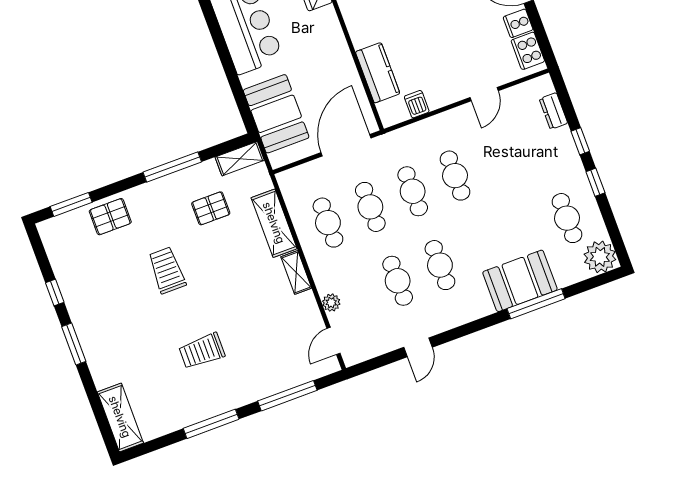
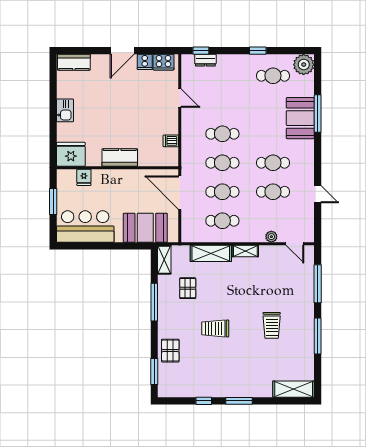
kitchen counter: (378, 73) -> (120, 157), moved
window: (580, 141) -> (201, 51), moved

